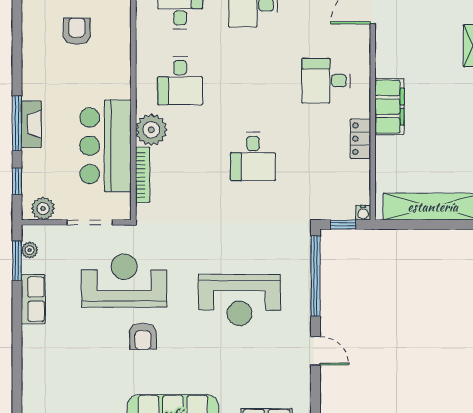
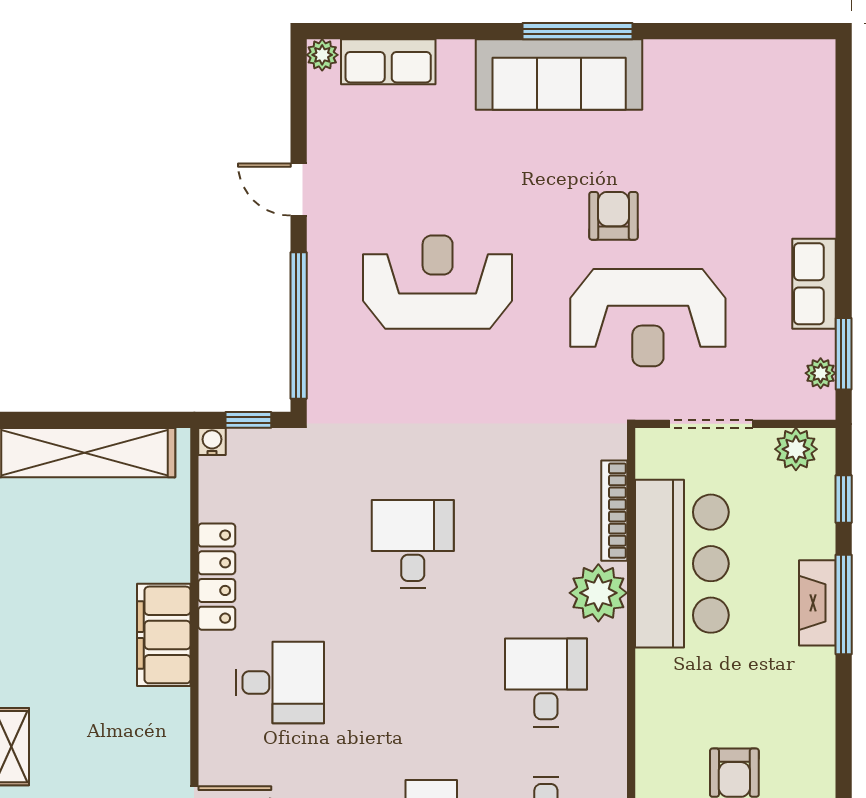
locker: (360, 139) -> (217, 577), width x1.53

